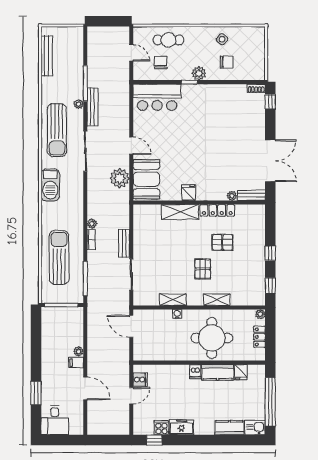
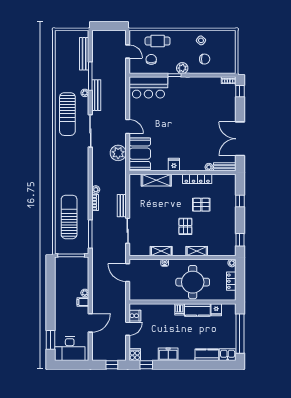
bench: (47, 56) -> (84, 54), moved
double door: (270, 161) -> (240, 139), swing flipped
barbecue: (50, 185) -> (62, 158), removed
shelving: (180, 212) -> (156, 180), moved
window: (270, 253) -> (240, 201), moved
door: (85, 388) -> (90, 323), hinge flipped
window: (36, 393) -> (50, 340), moved
desk: (55, 420) -> (70, 349), width x1.37
cooker: (161, 428) -> (135, 355), moved
window: (112, 440) -> (112, 365), added

